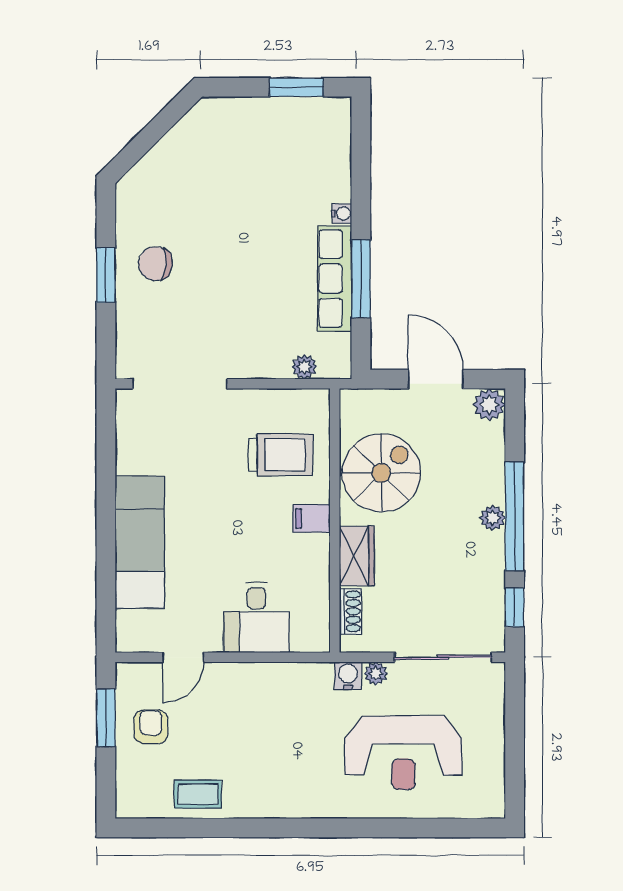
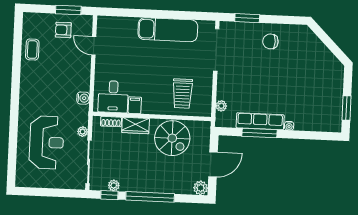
chair: (156, 264) -> (270, 41), turned -96
window: (106, 275) -> (247, 18), moved
filing cabinet: (311, 518) -> (135, 105), moved
plant: (493, 518) -> (114, 185), moved
exam couch: (140, 542) -> (168, 30), moved
desk: (256, 617) -> (113, 97), moved, turned -90
water cooler: (348, 676) -> (83, 98), moved
armchair: (151, 727) -> (63, 30), turned 180
reception desk: (403, 753) -> (47, 142), turned 180

